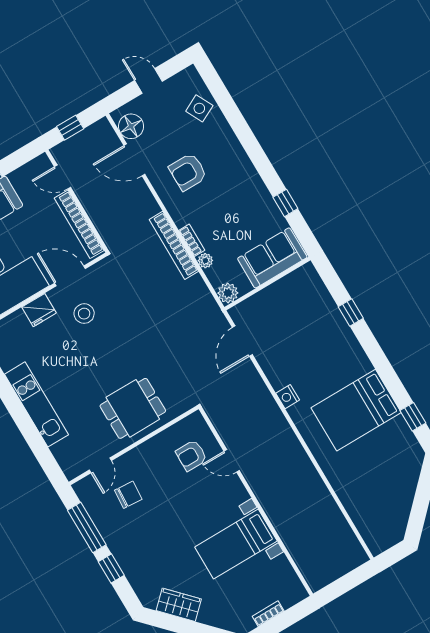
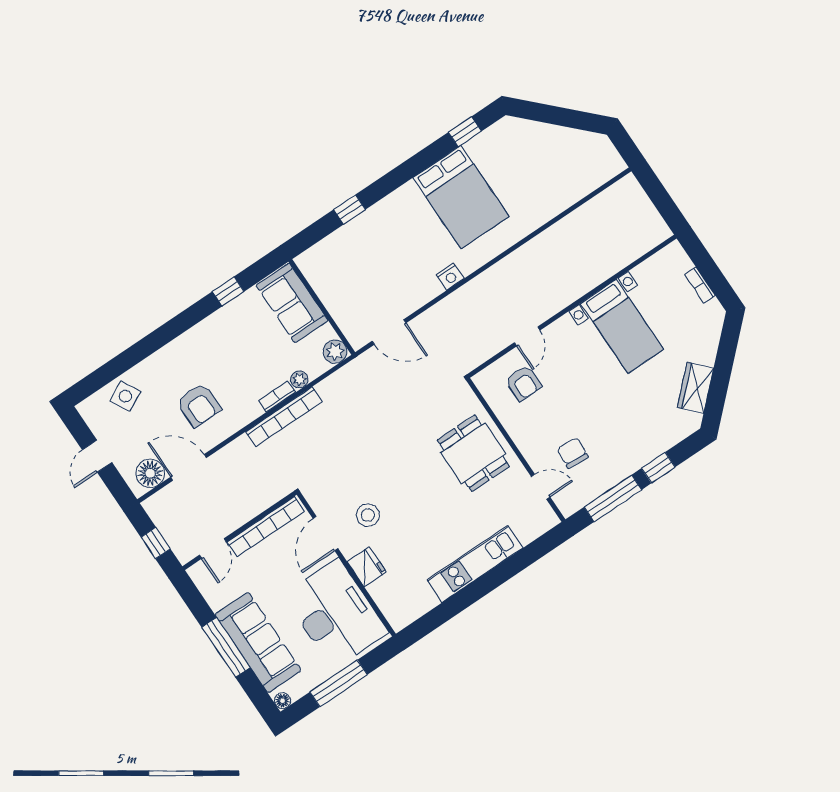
door: (134, 160) -> (188, 467), swing flipped

